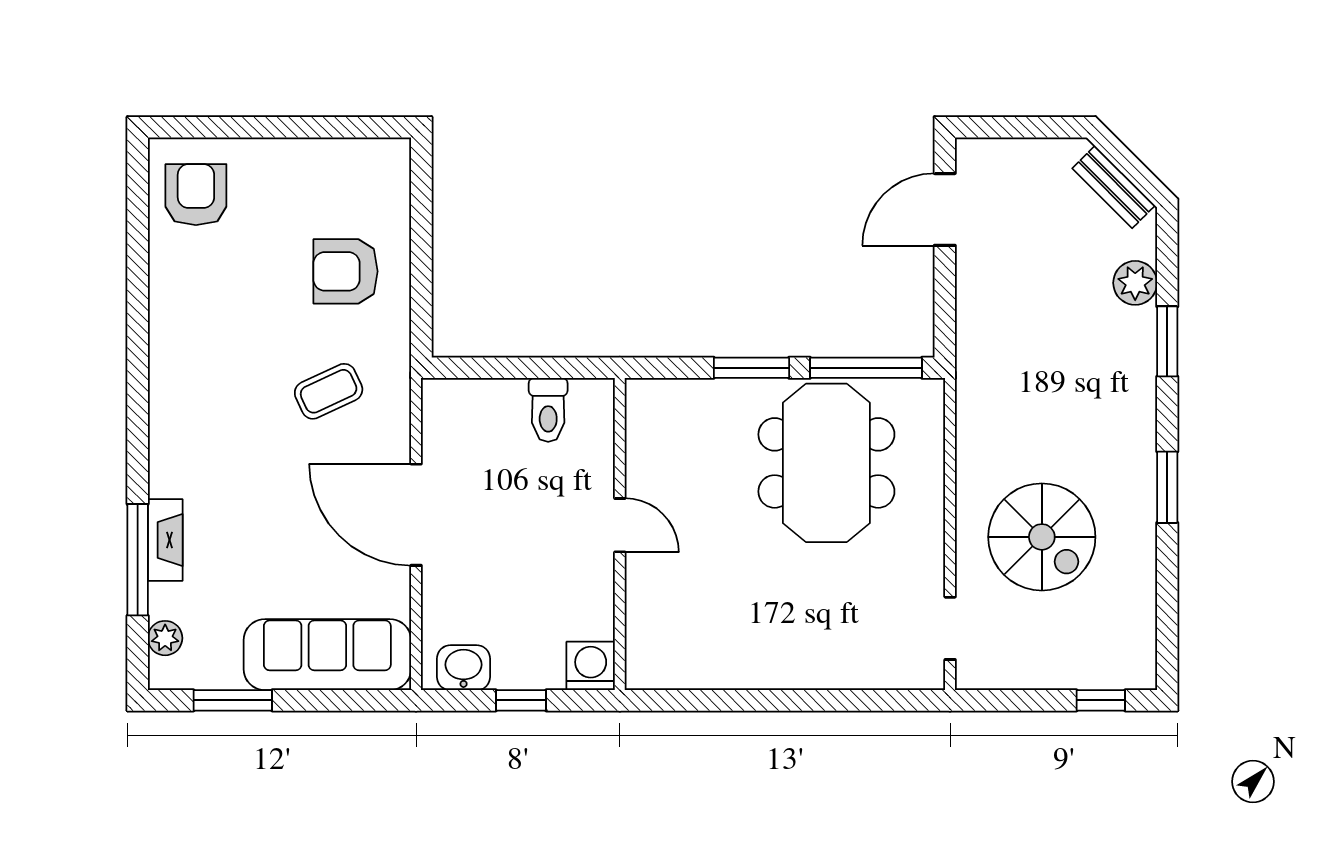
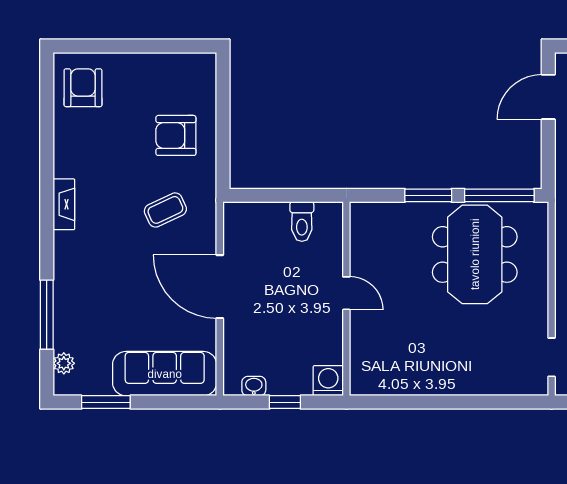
fireplace: (165, 540) -> (64, 204), moved
washbasin: (464, 668) -> (254, 386), width x0.72, depth x0.69

